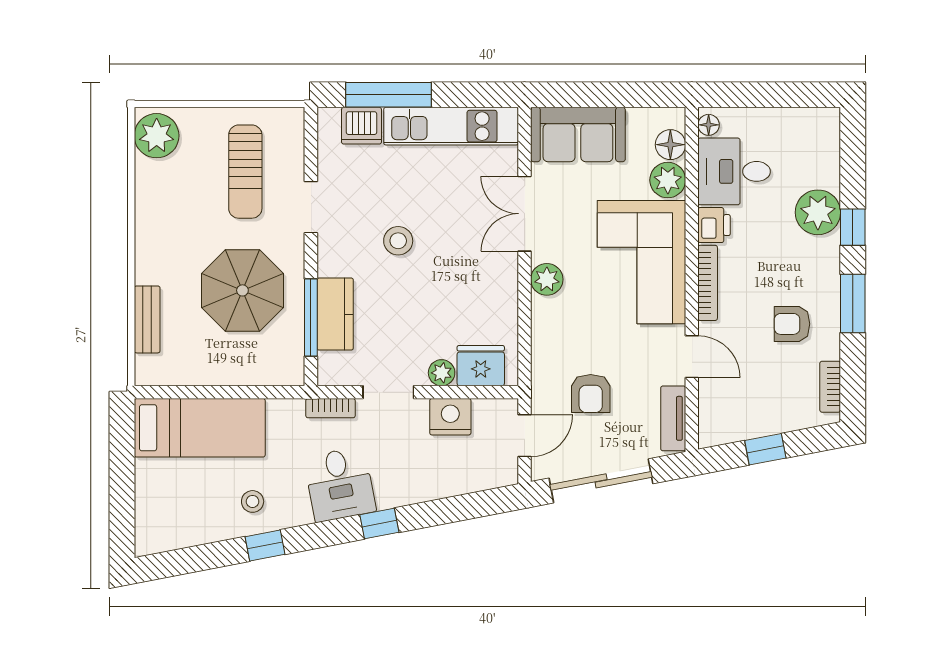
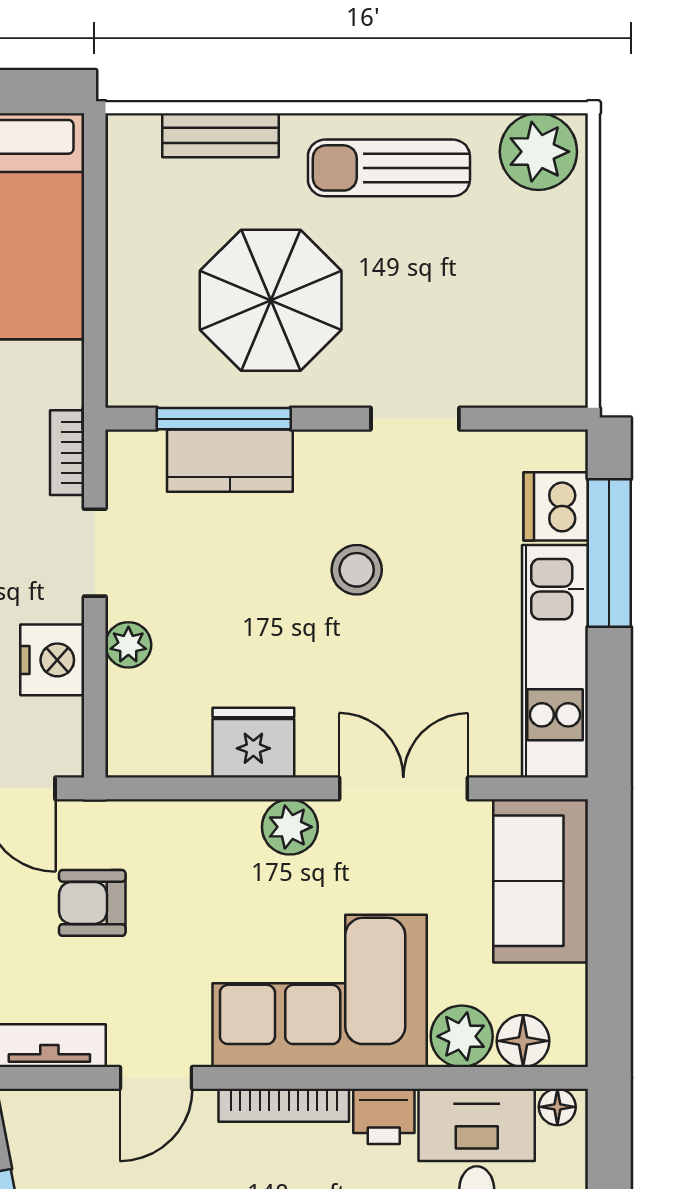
sun lounger: (245, 172) -> (389, 168), moved
fridge: (481, 366) -> (253, 743), moved, turned -90

